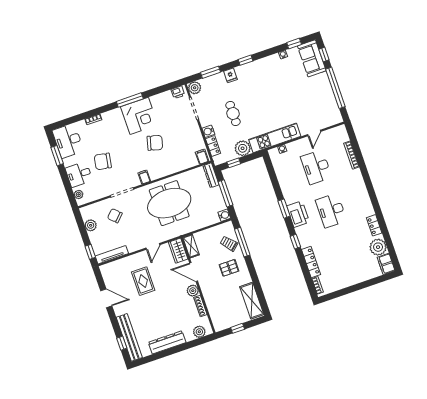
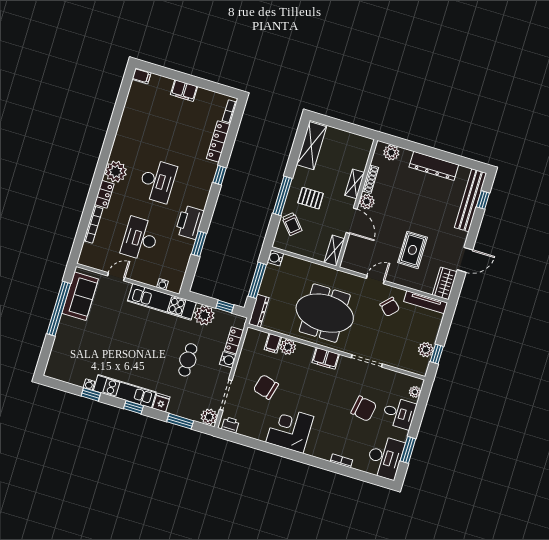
window: (294, 43) -> (91, 394), moved
window: (324, 55) -> (45, 353), removed
sofa: (312, 58) -> (80, 296), moved
kitchen unit: (258, 66) -> (125, 391), added
window: (130, 100) -> (288, 453), removed
chair: (155, 143) -> (266, 387), moved
filing cabinet: (202, 157) -> (273, 343), moved
plant: (177, 166) -> (288, 347), added
desk: (316, 167) -> (140, 239), turned 180
filing cabinet: (144, 177) -> (326, 358), width x2.00
window: (284, 209) -> (199, 244), moved
printer: (298, 214) -> (190, 222), moved
chair: (115, 216) -> (390, 307), moved
locker: (374, 225) -> (104, 194), moved
window: (242, 242) -> (282, 196), moved
plant: (378, 247) -> (116, 172), moved
wardrobe: (178, 251) -> (445, 283), moved, turned 180
window: (90, 252) -> (437, 354), moved
filing cabinet: (386, 264) -> (141, 76), width x0.50
filing cabinet: (355, 278) -> (184, 91), added
shelving: (208, 296) -> (355, 184), added
door: (106, 298) -> (465, 260), swing flipped
window: (238, 328) -> (348, 127), removed

